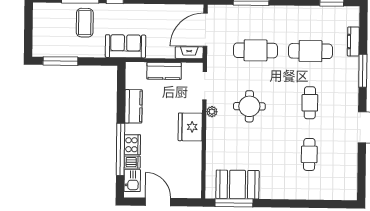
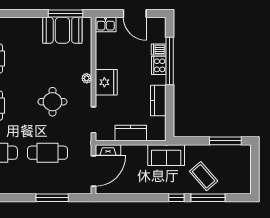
coffee table: (85, 23) -> (204, 176), turned -41
plant: (212, 112) -> (87, 78), moved
kitchen sink: (132, 180) -> (106, 25), moved, turned -90

